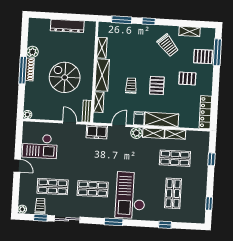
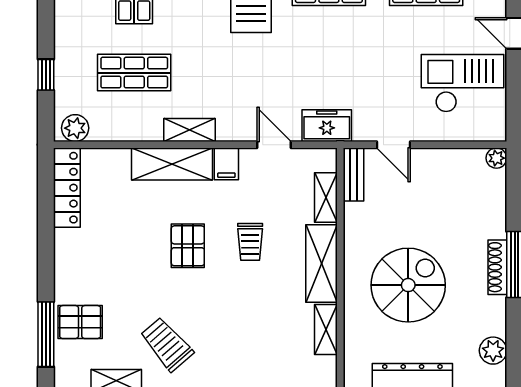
plant: (32, 52) -> (493, 351), moved
spiral stairs: (65, 77) -> (408, 285), moved, turned -90
pallet: (187, 79) -> (115, 267), removed
door: (119, 125) -> (274, 145), swing flipped
plant: (136, 133) -> (75, 128), moved
shelving: (175, 134) -> (137, 130), removed

